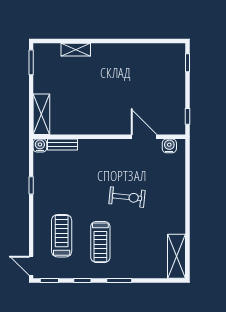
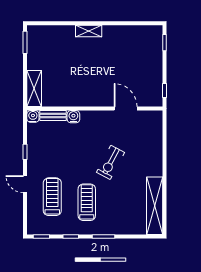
shelving: (76, 50) -> (89, 31), moved
water cooler: (169, 146) -> (73, 117), moved
exercise bike: (127, 197) -> (111, 162), turned 112
treadmill: (100, 242) -> (87, 202), turned 180
shelving: (177, 256) -> (155, 206), width x1.47
door: (31, 266) -> (25, 184), moved

